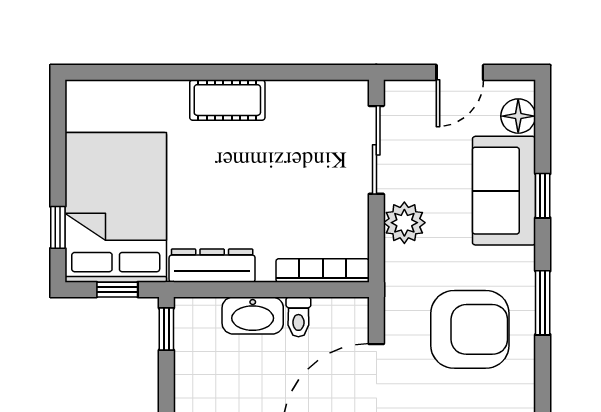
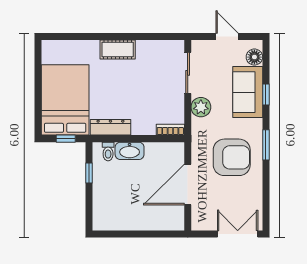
door: (460, 72) -> (227, 37), swing flipped
window: (58, 227) -> (38, 109), removed
bookcase: (323, 270) -> (170, 130), width x0.64
toilet: (298, 317) -> (108, 151), moved
window: (166, 329) -> (89, 173), moved

